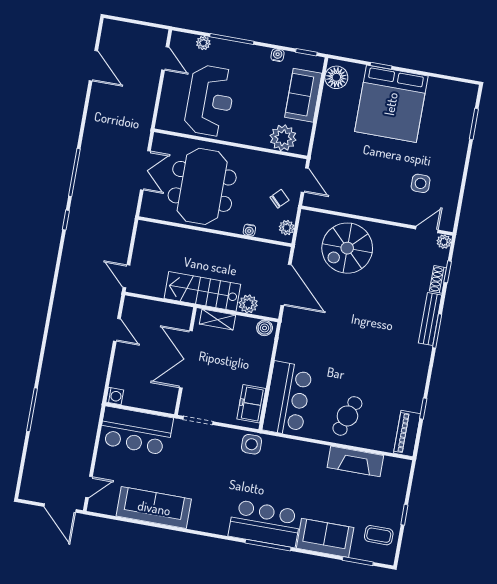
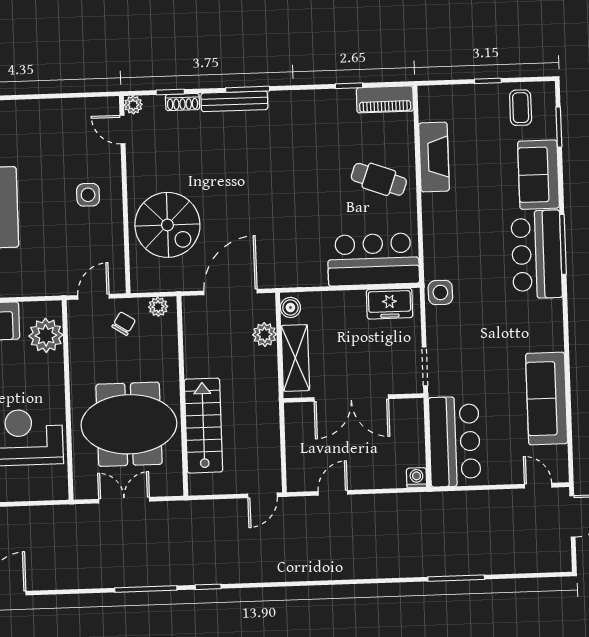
side table: (421, 183) -> (88, 195), moved
chair: (279, 199) -> (124, 324), turned 77
water cooler: (249, 230) -> (171, 353), removed
stairs: (202, 291) -> (203, 426), moved, turned 180
shelving: (217, 319) -> (295, 358), width x1.50, depth x1.33

